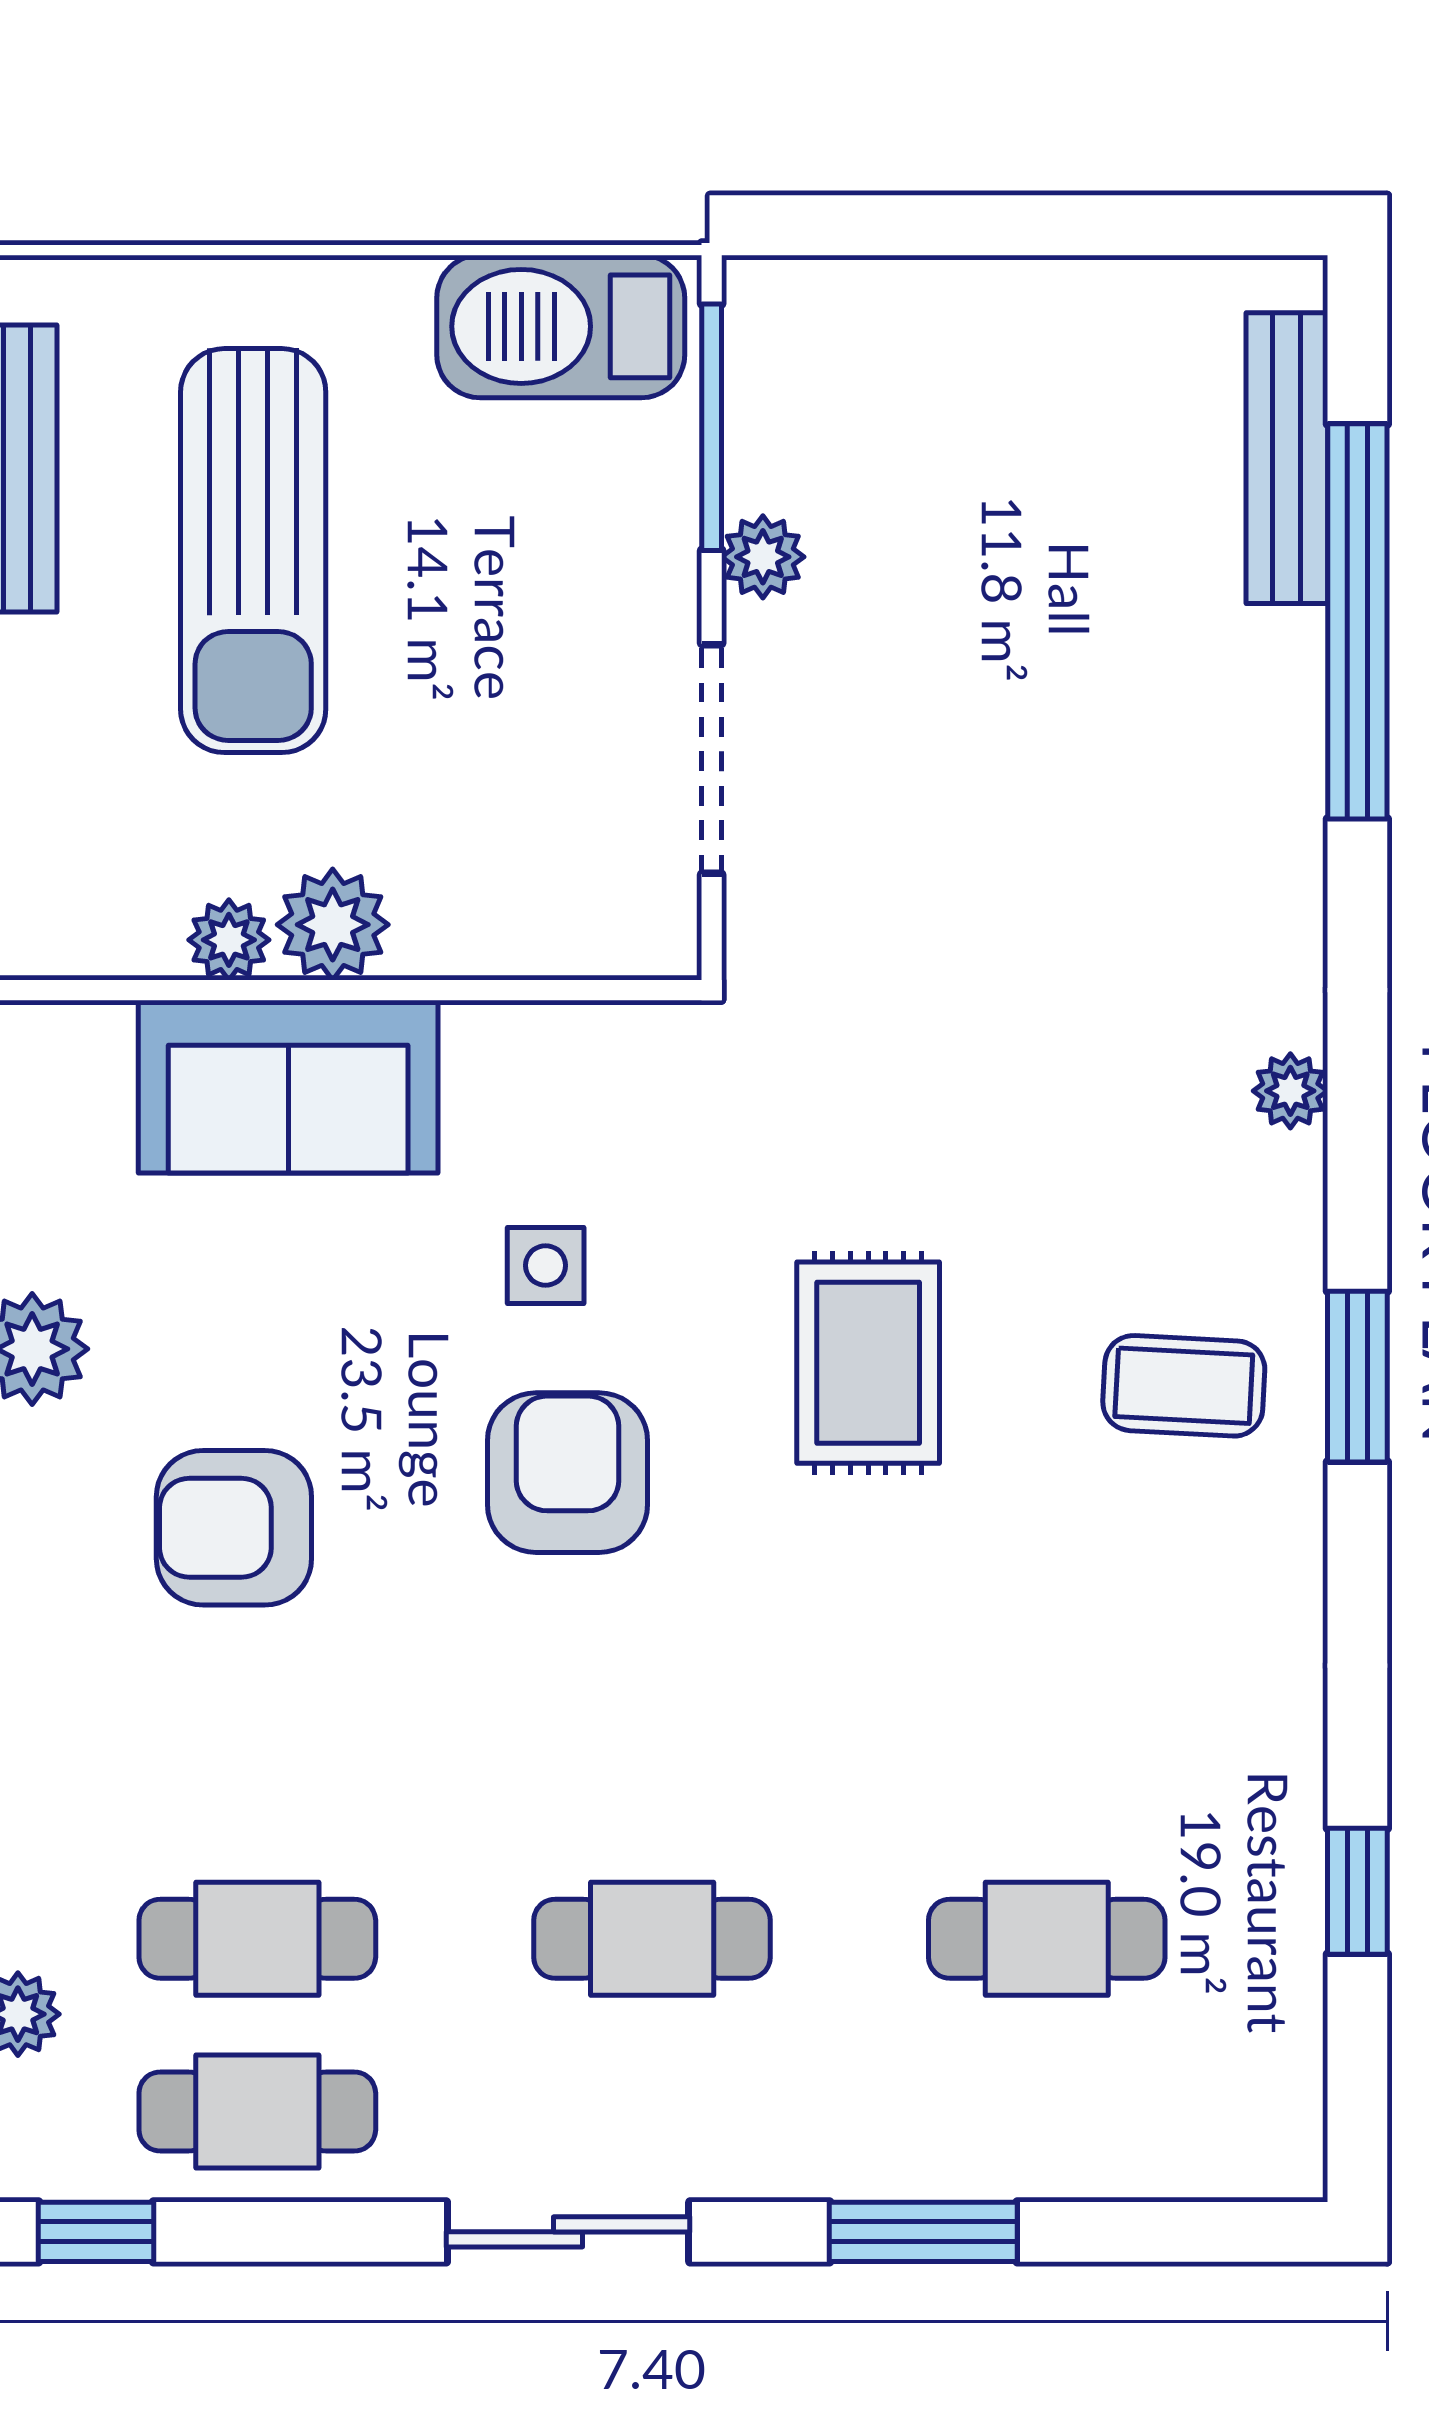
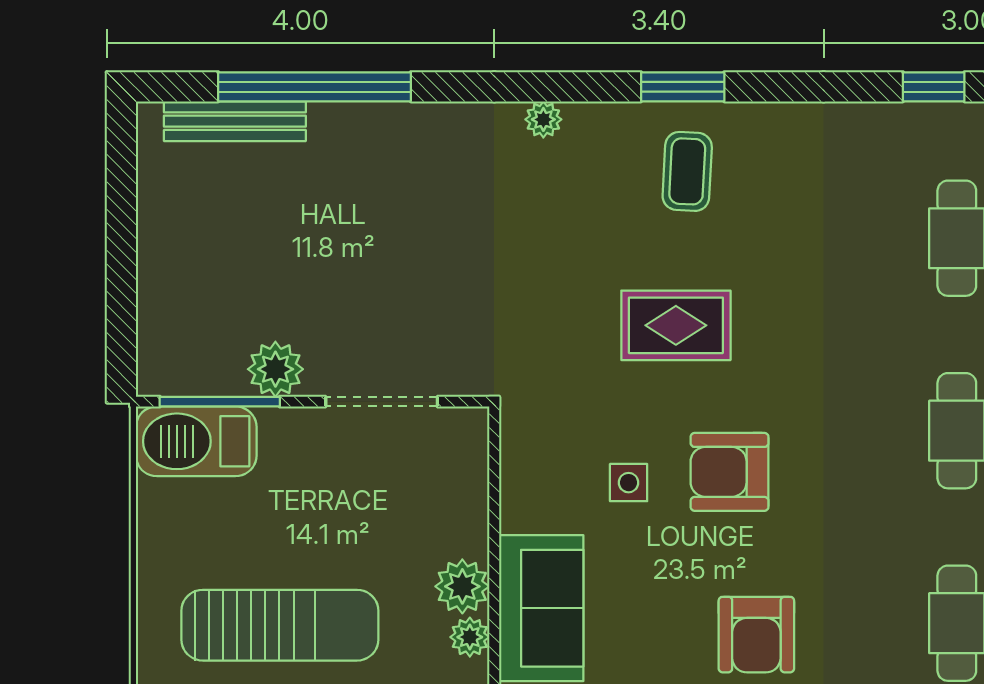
barbecue: (561, 326) -> (196, 441), moved, turned 90
plant: (763, 557) -> (275, 369), width x1.38, depth x1.38

